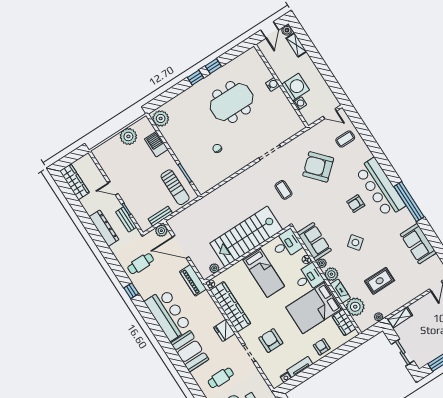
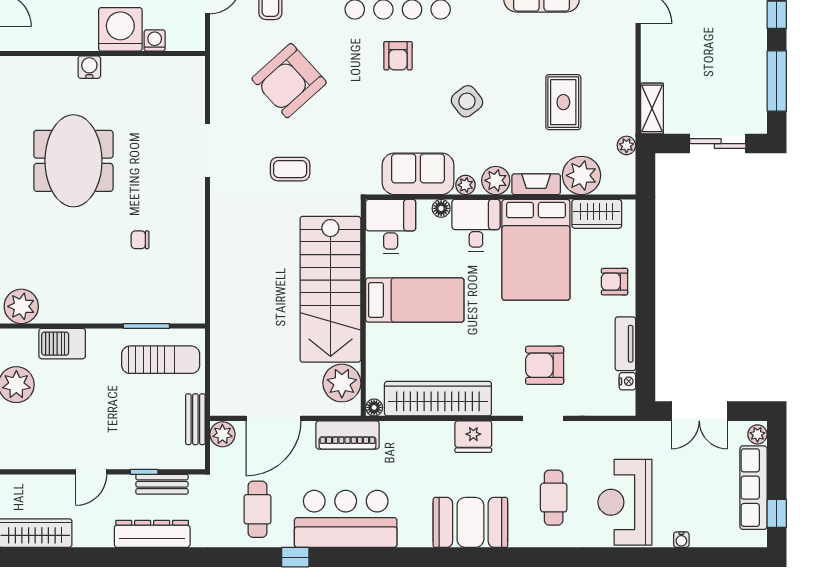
plant: (214, 268) -> (342, 383), width x1.87, depth x1.87
bar counter: (168, 315) -> (346, 519), moved

